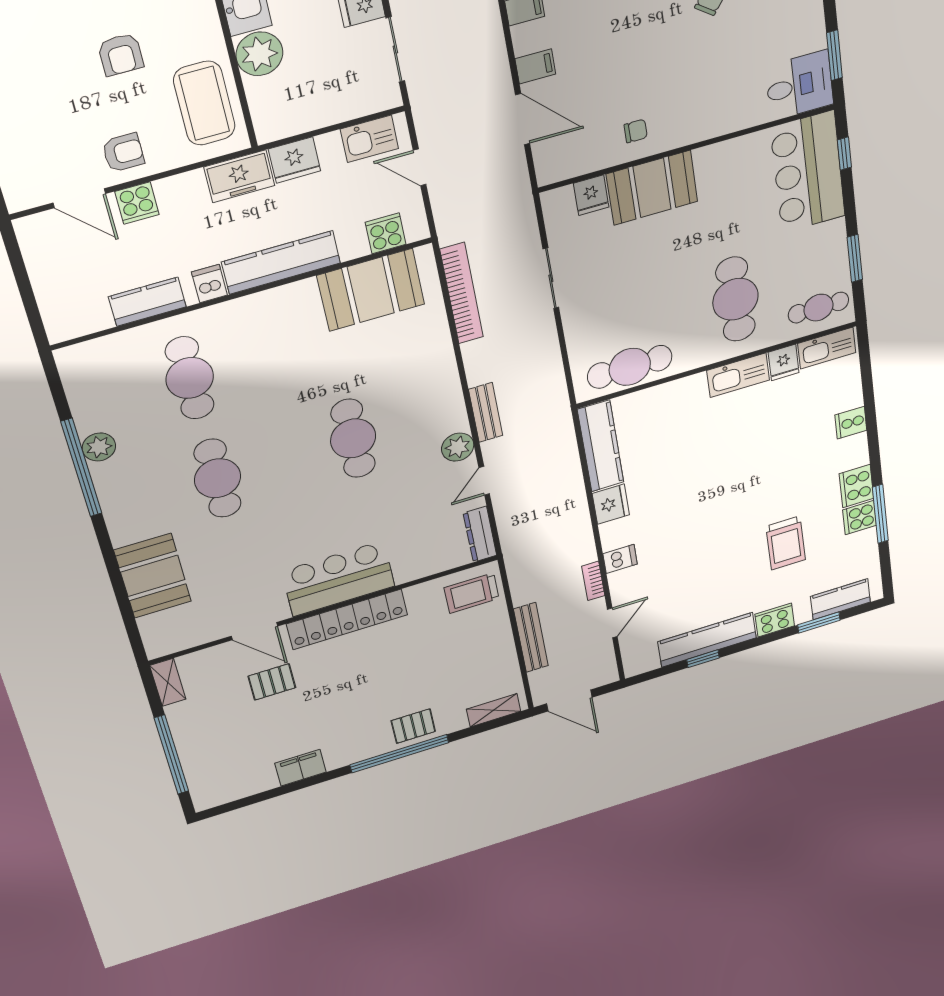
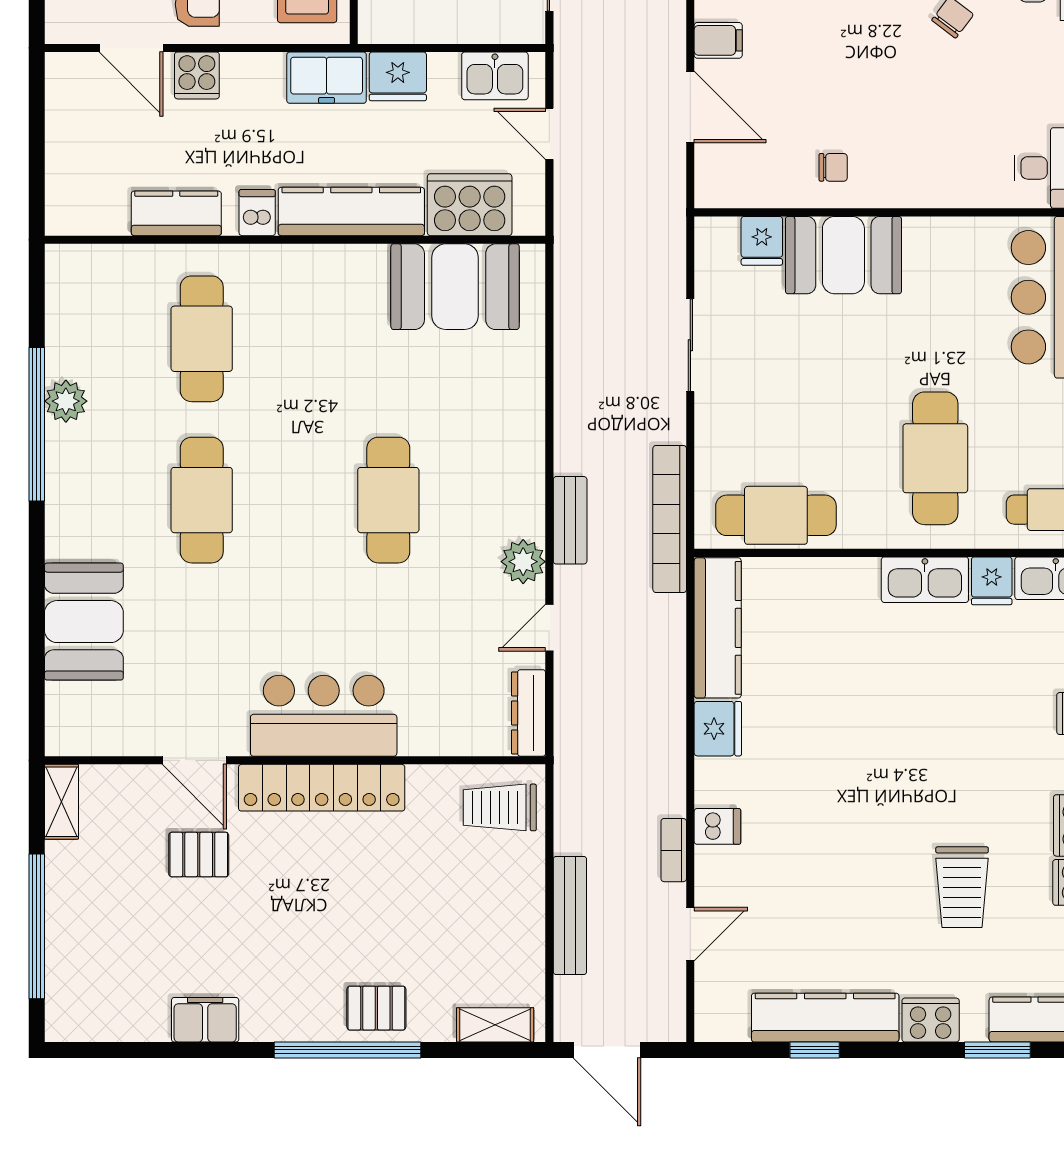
cooker: (386, 233) -> (470, 205), width x1.87, depth x1.31
bookcase: (462, 293) -> (670, 519), moved, turned 180

